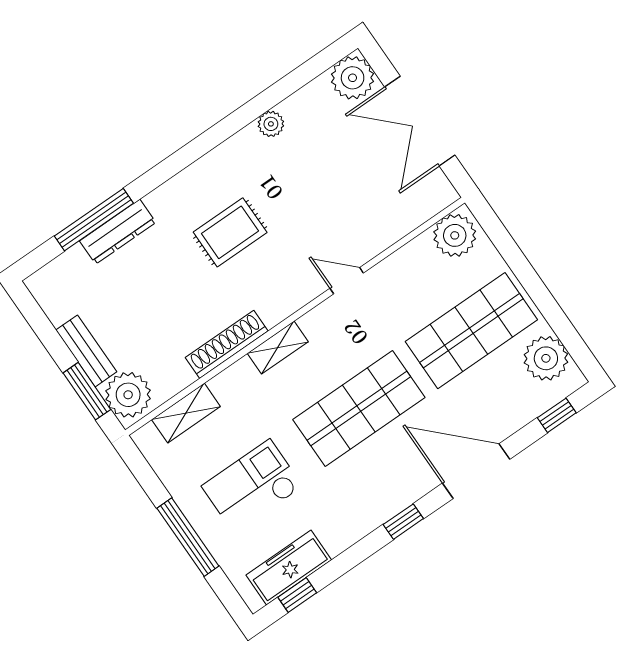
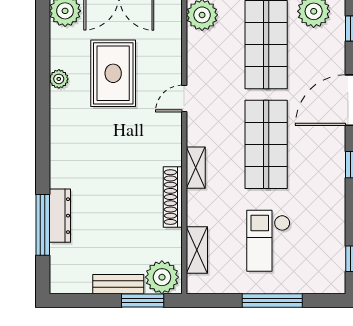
rug: (230, 232) -> (113, 73), moved, width x1.36, depth x1.43
freezer: (289, 568) -> (332, 253), removed

